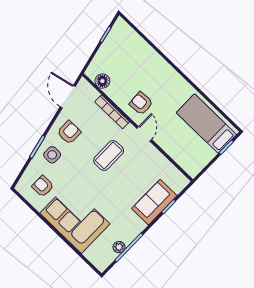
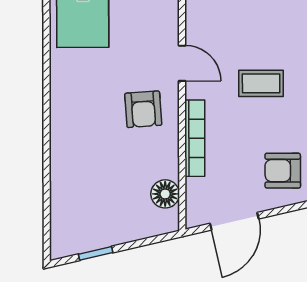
door: (144, 134) -> (182, 63), swing flipped
coffee table: (109, 156) -> (261, 83), width x0.73, depth x0.77

